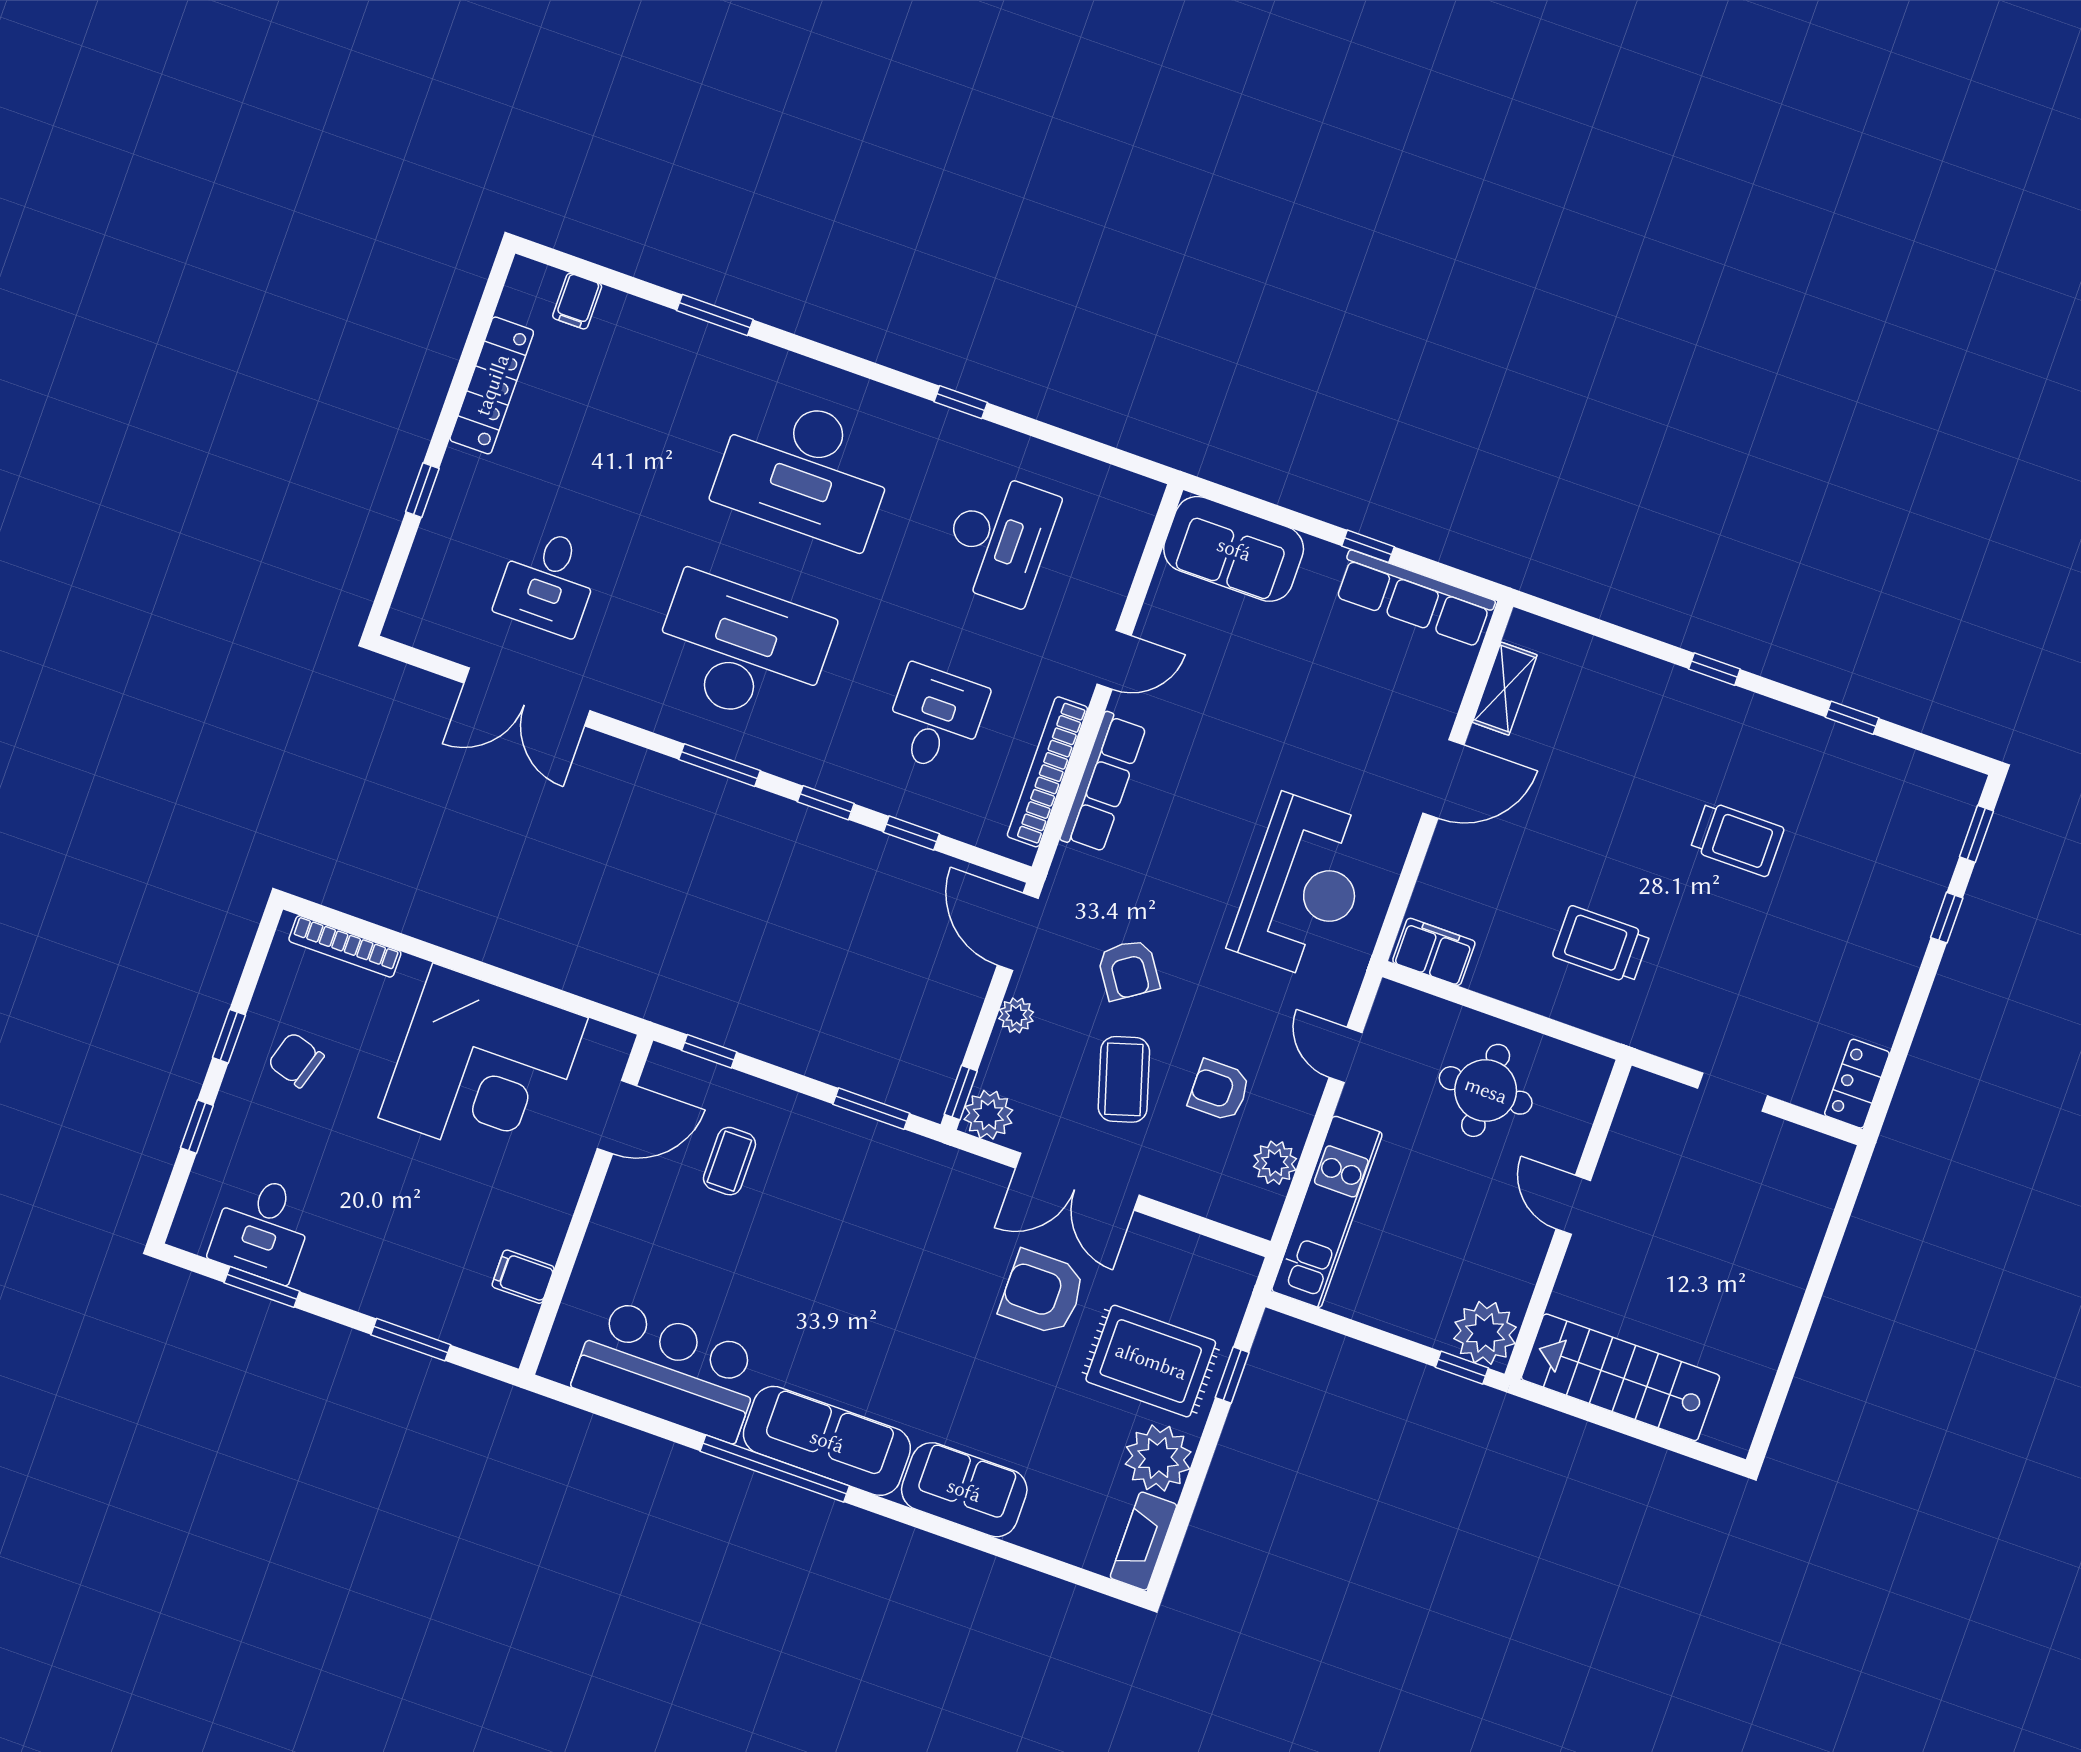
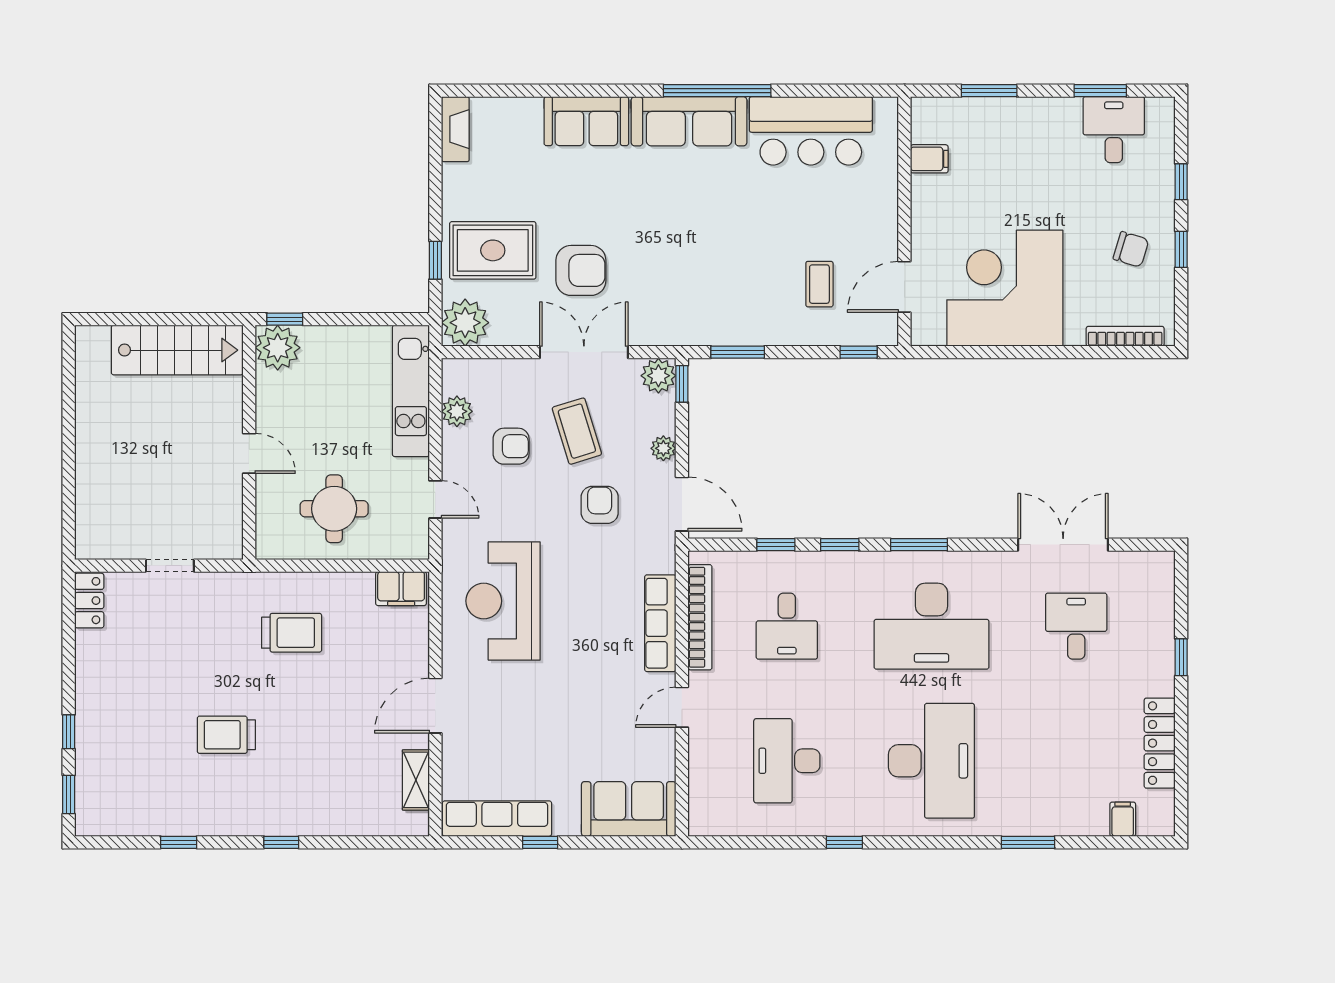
desk: (805, 470) -> (931, 761), turned 90
armchair: (1128, 970) -> (600, 505), turned 34
plant: (1158, 1458) -> (465, 323), moved

